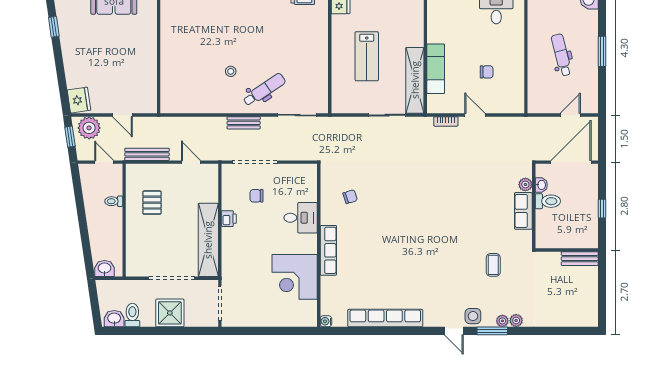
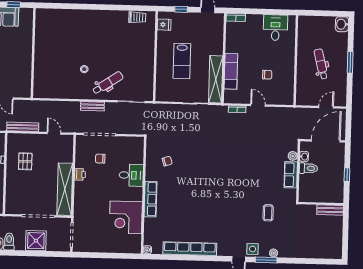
plant: (516, 321) -> (283, 253), removed

